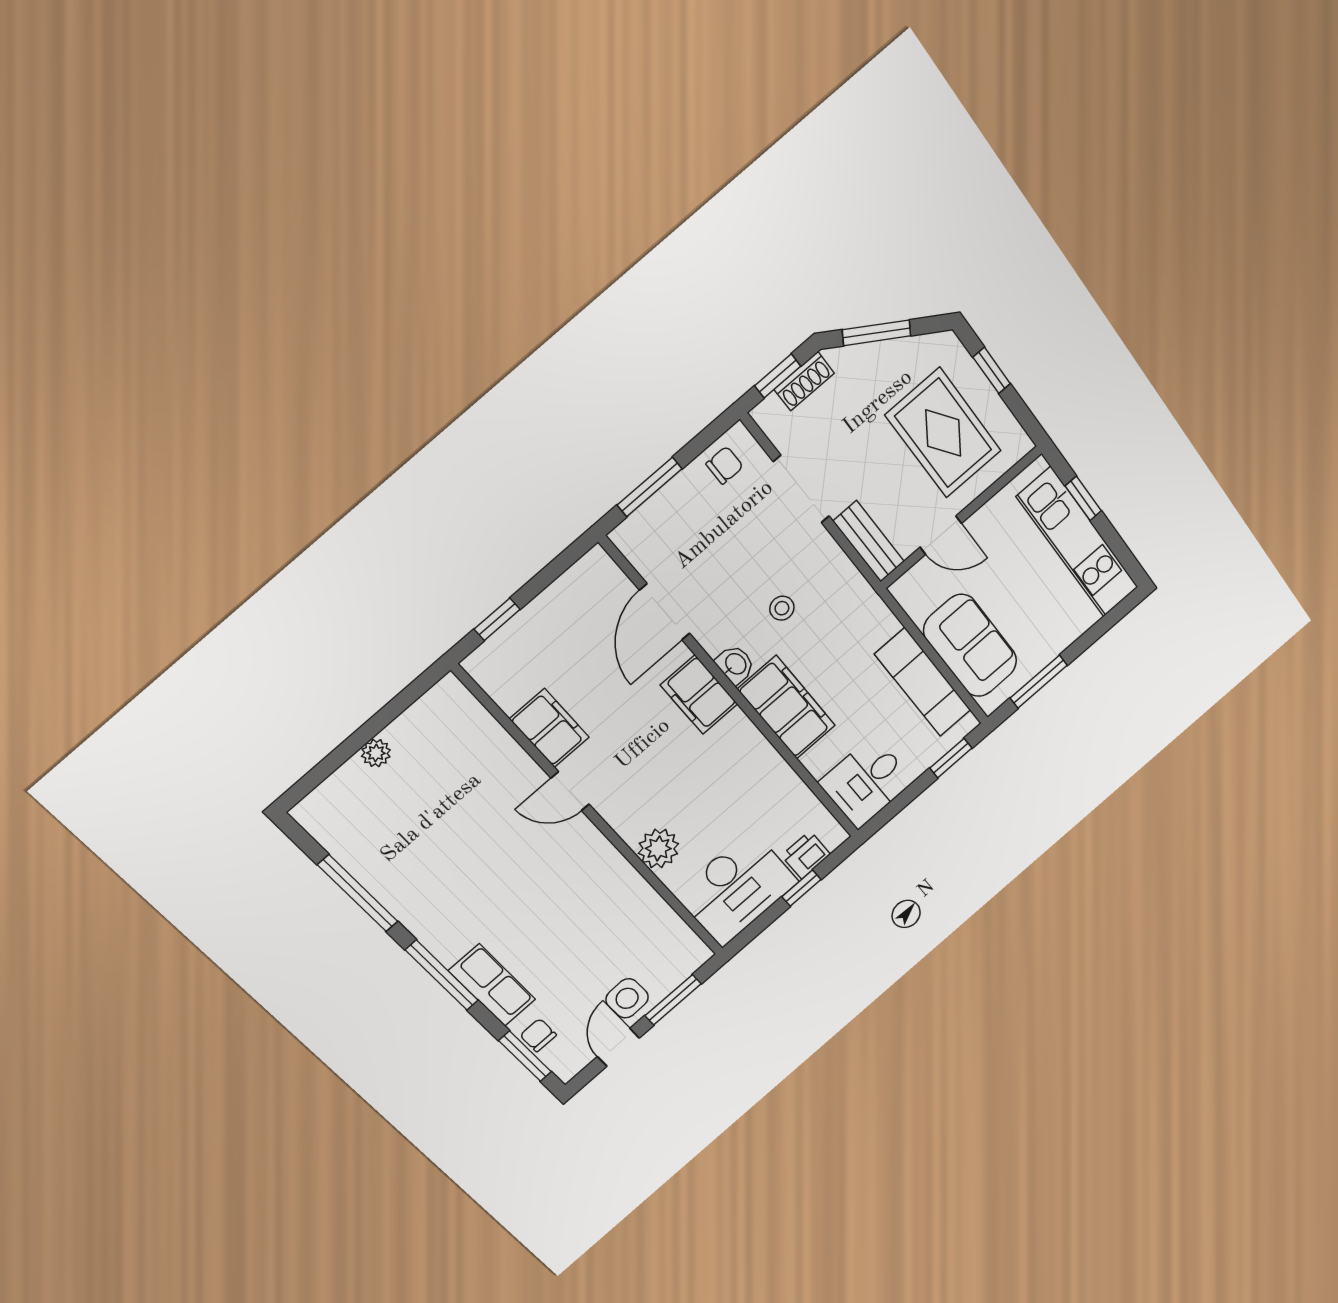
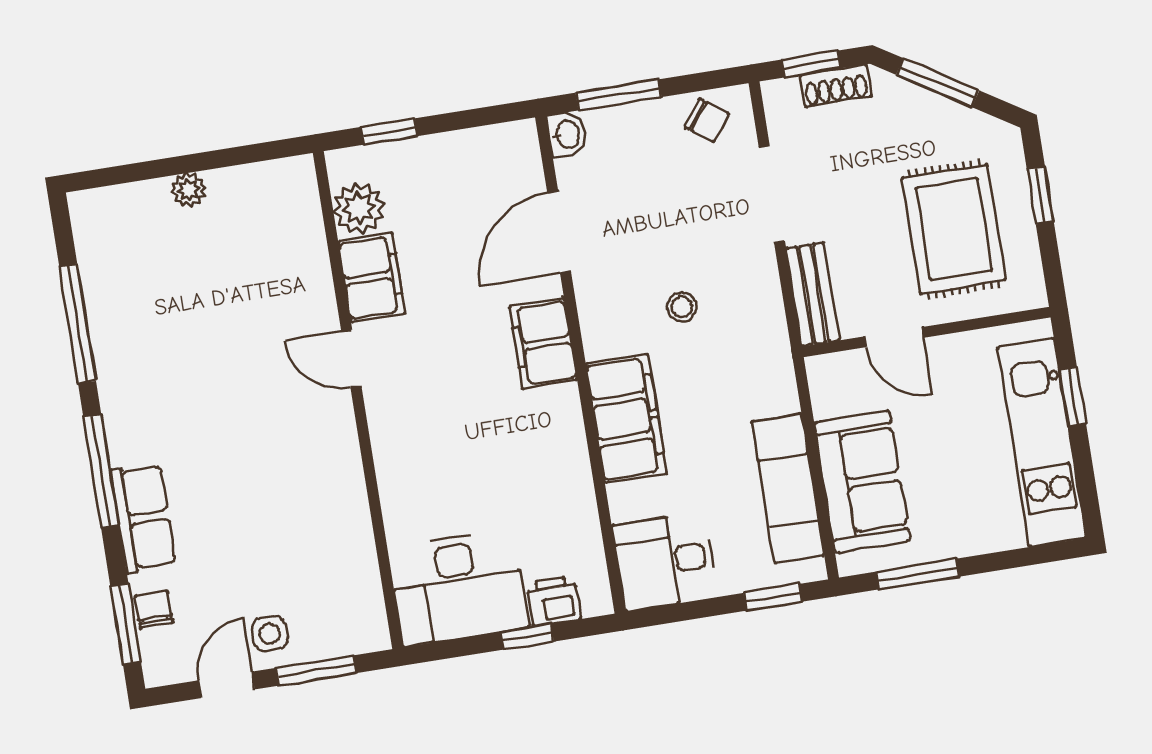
chair: (725, 465) -> (707, 120), turned 36
washbasin: (735, 664) -> (567, 134), moved
plant: (658, 848) -> (359, 208), moved
side table: (627, 998) -> (270, 634), width x0.73, depth x0.73

